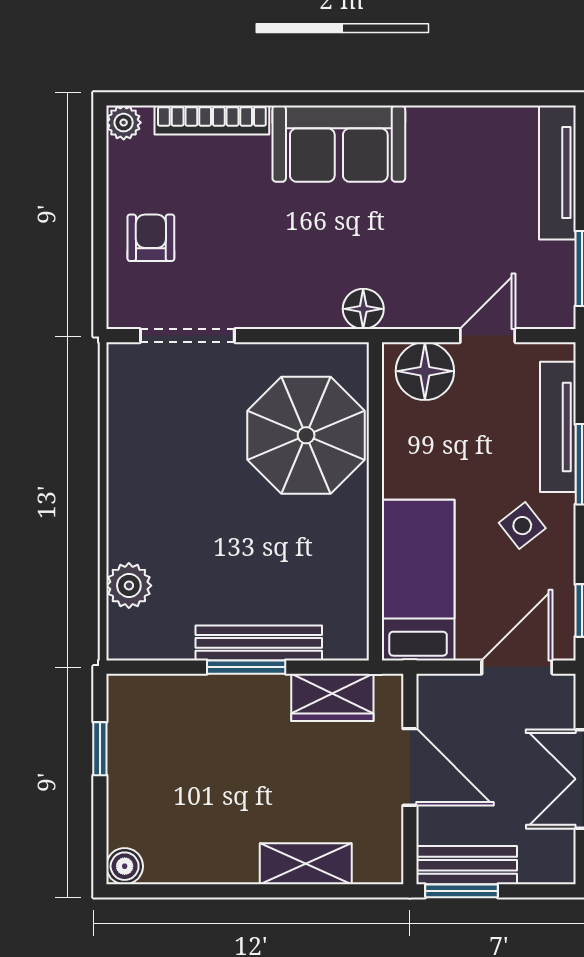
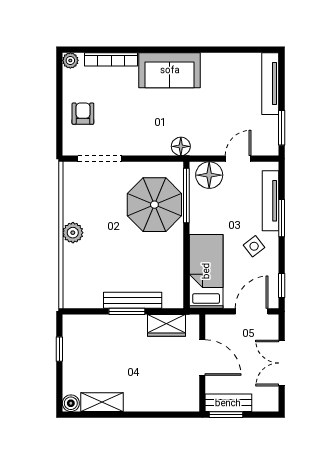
window: (375, 416) -> (186, 196), added
plant: (129, 586) -> (73, 233), moved
shelving: (306, 864) -> (102, 402), moved

